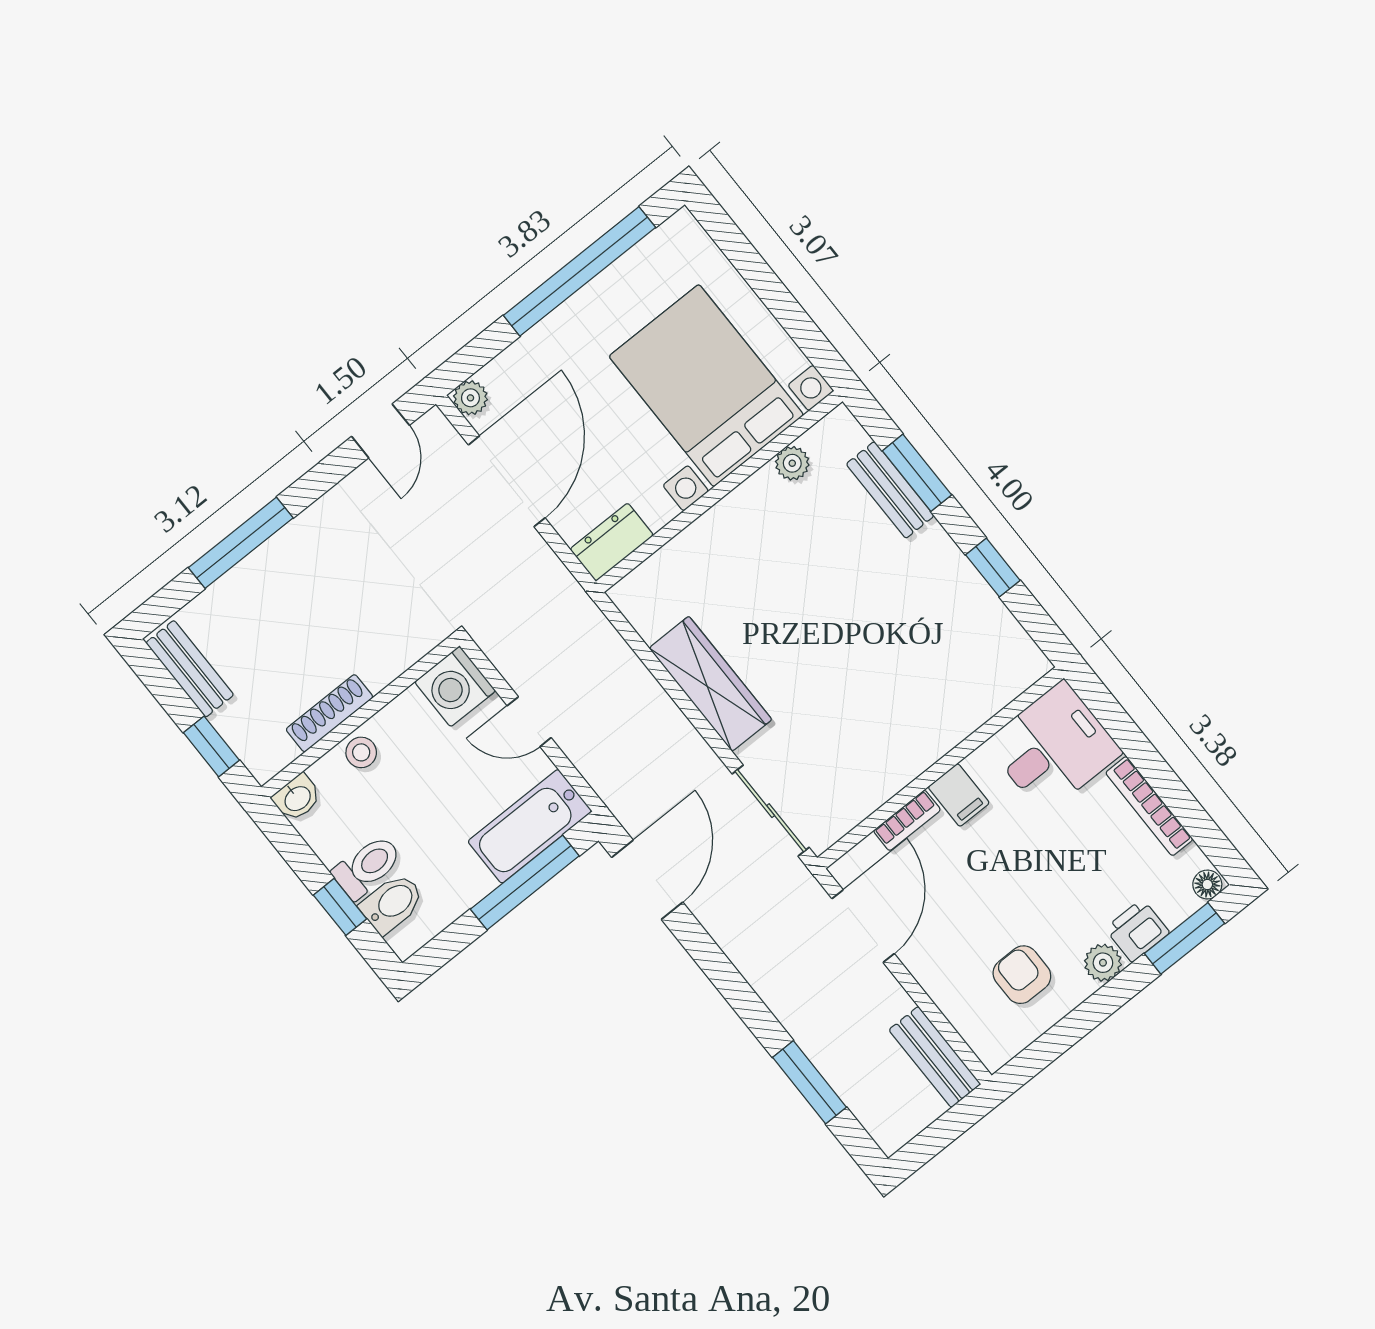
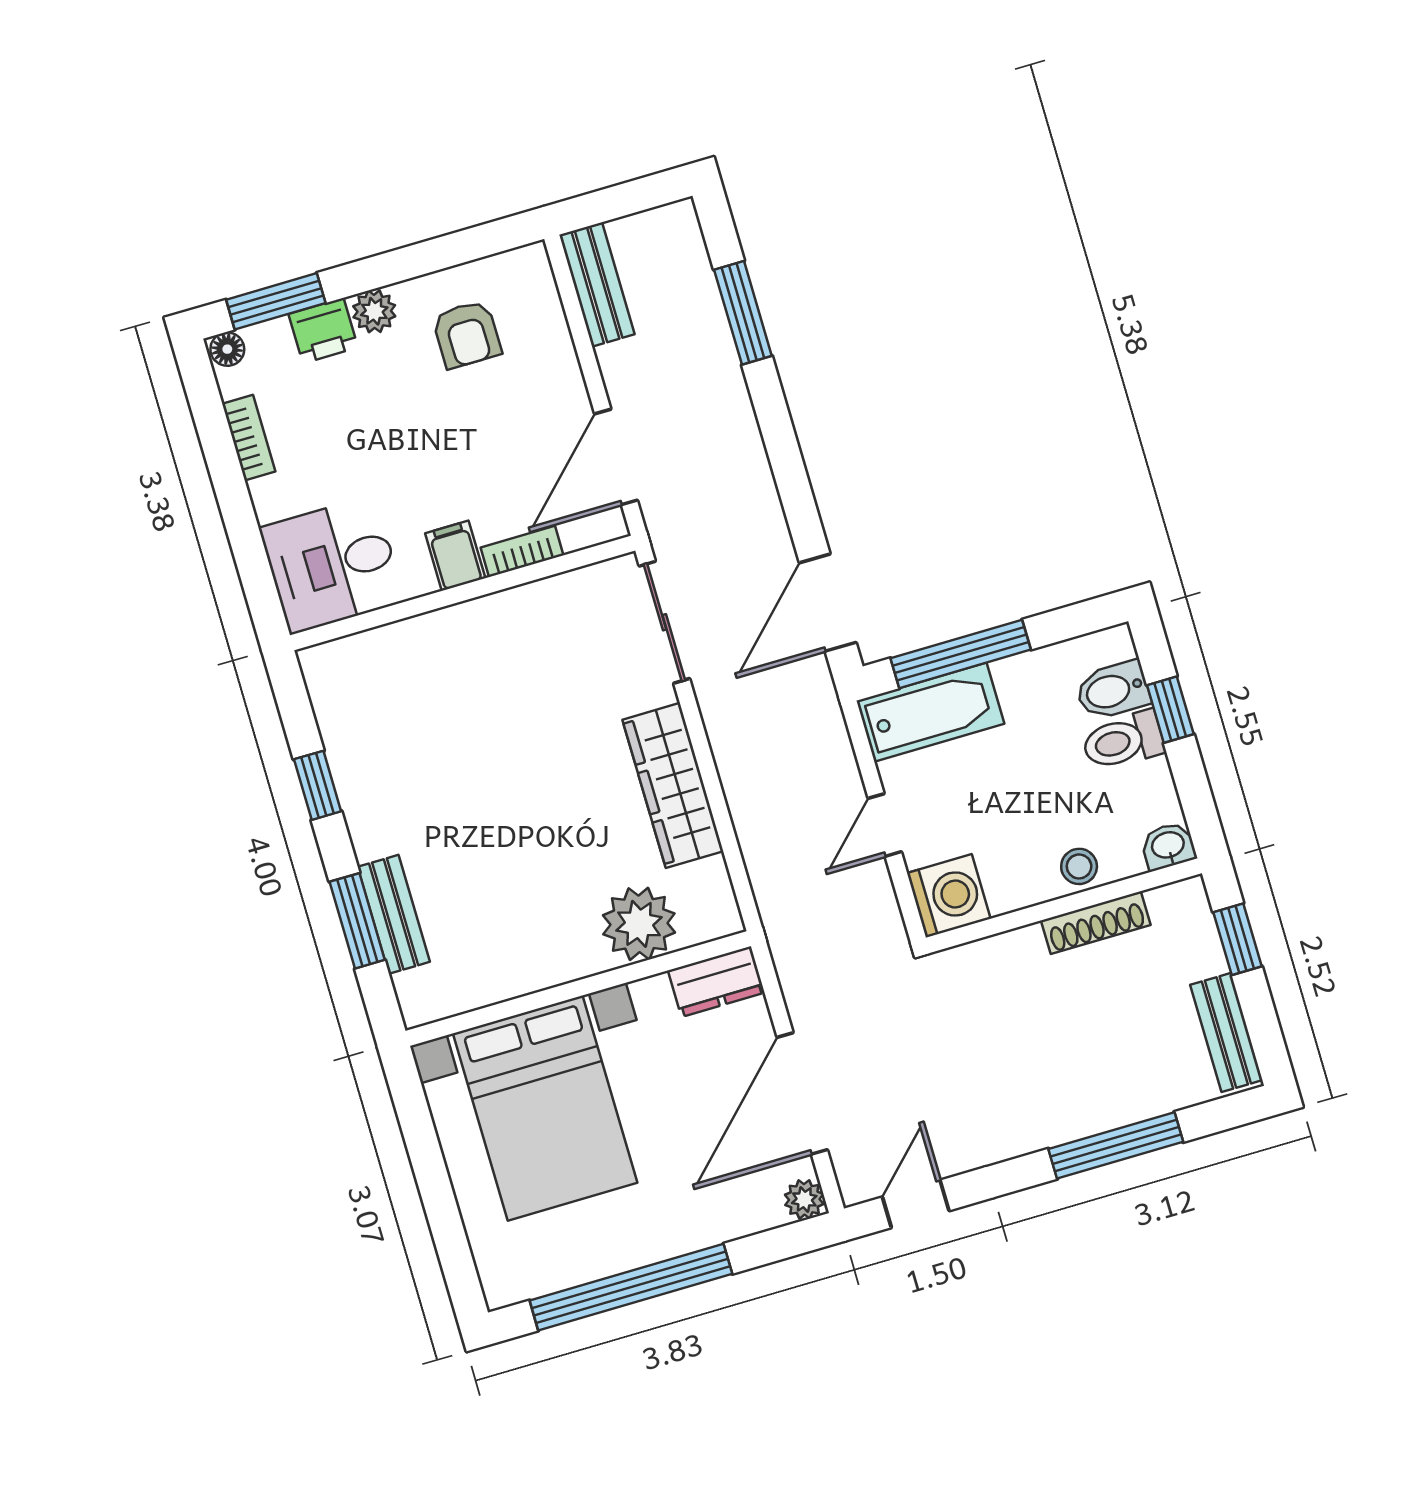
plant: (792, 463) -> (639, 924), moved, width x1.88, depth x1.88
door: (529, 722) -> (885, 825), swing flipped
bookcase: (1149, 806) -> (249, 438), width x0.64

